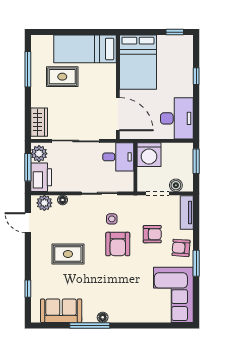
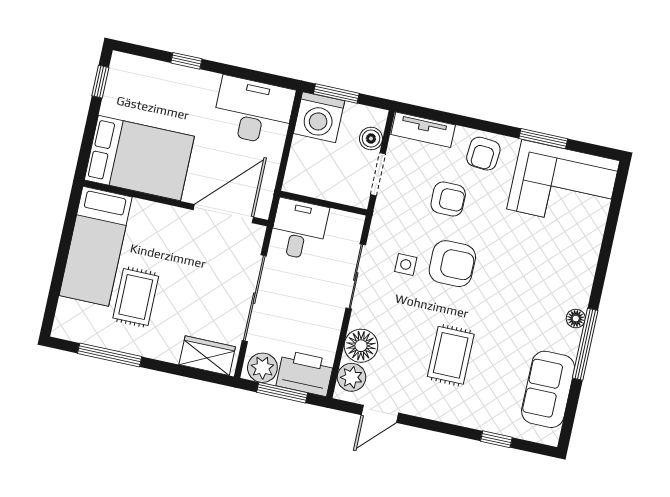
washing machine: (149, 155) -> (319, 117), moved, turned 90
floor lamp: (63, 200) -> (361, 346), width x1.89, depth x1.89
armchair: (152, 234) -> (448, 199), turned 90
window: (196, 263) -> (543, 139), moved

